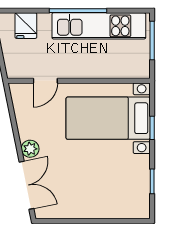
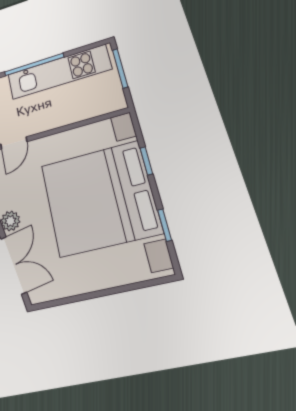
bed with nightstands: (108, 118) -> (100, 198), width x1.85

